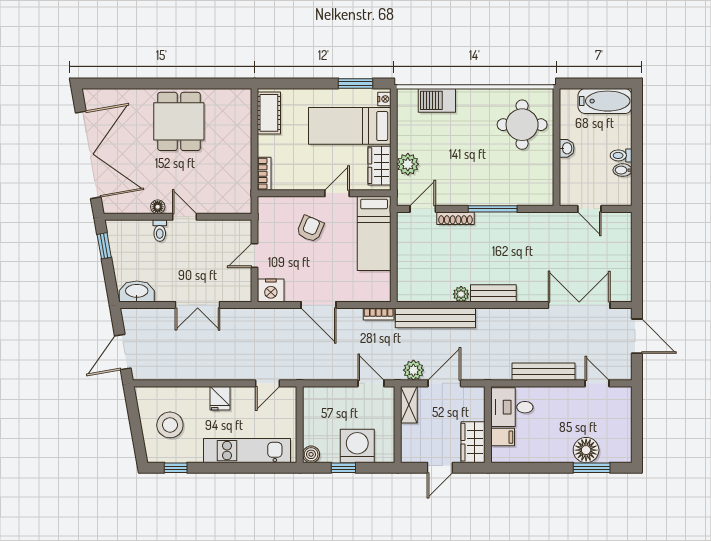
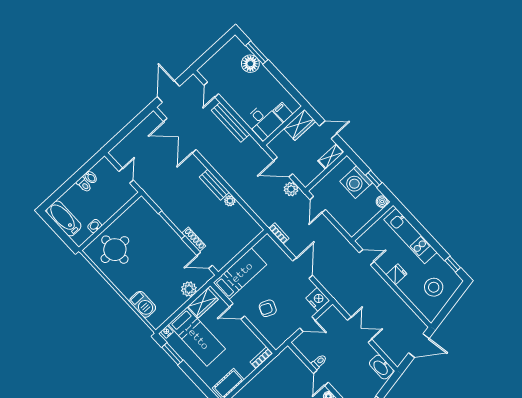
washbasin: (567, 148) -> (95, 226), moved
toilet: (160, 231) -> (319, 362), moved
bench: (435, 318) -> (254, 203), removed
shelving: (409, 405) -> (331, 156), moved

